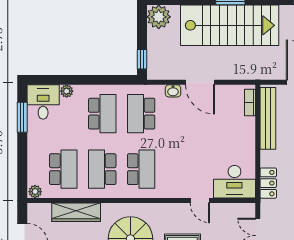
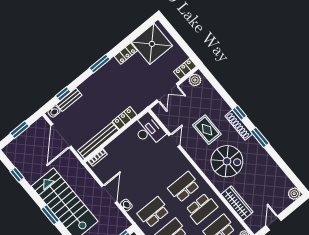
school desk: (141, 114) -> (153, 212), turned 180
locker: (268, 183) -> (125, 118), moved

